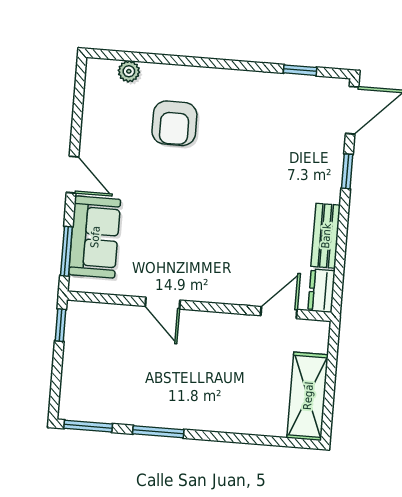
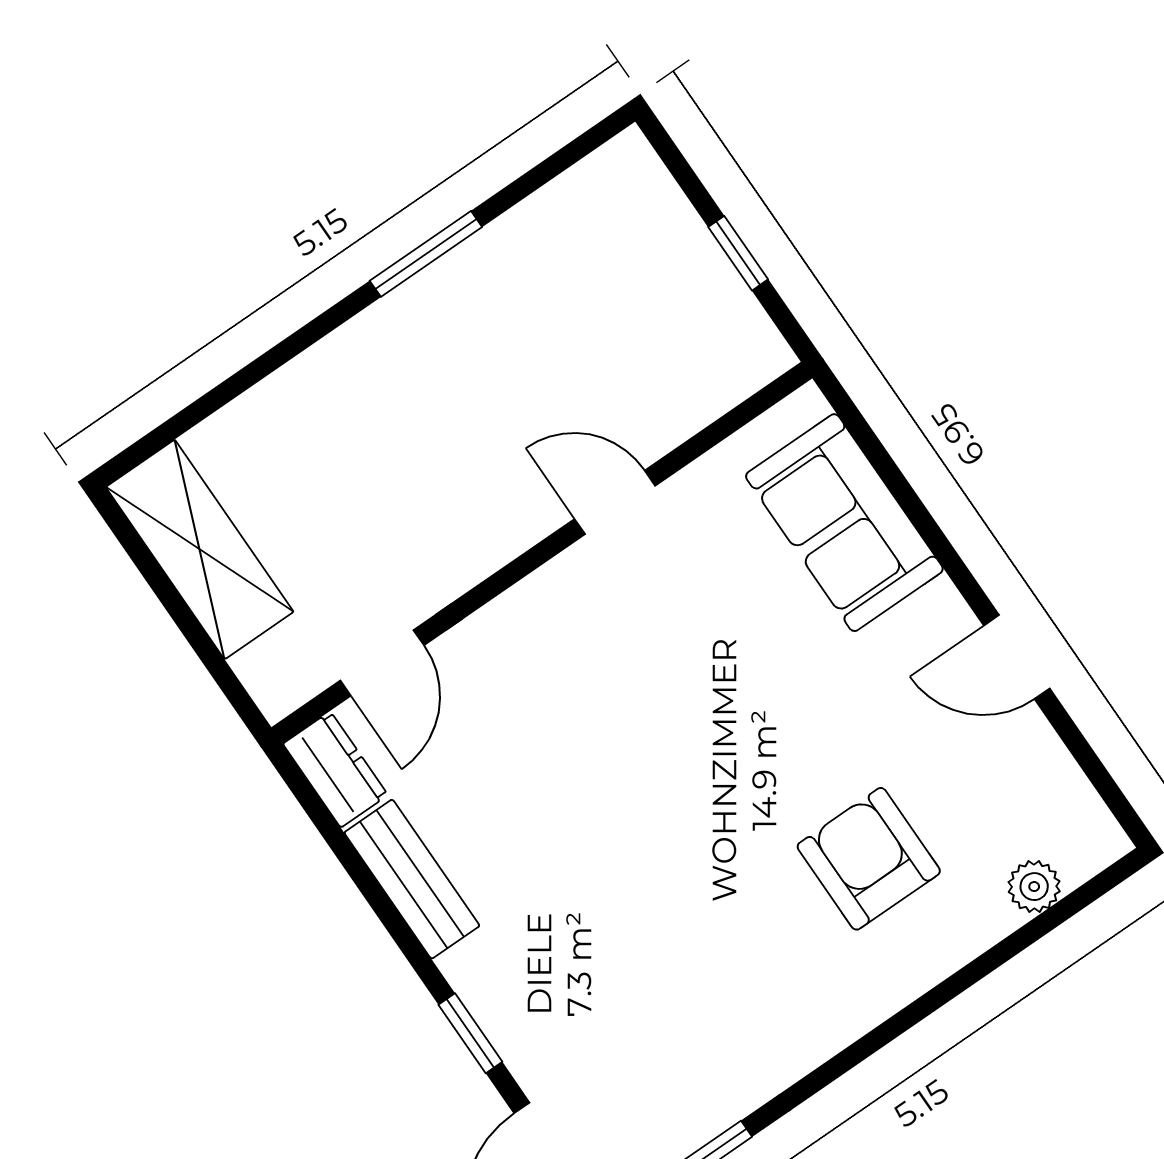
door: (73, 175) -> (1017, 657), moved
window: (66, 251) -> (876, 452), removed
window: (60, 325) -> (738, 253), moved
window: (88, 426) -> (567, 157), removed

